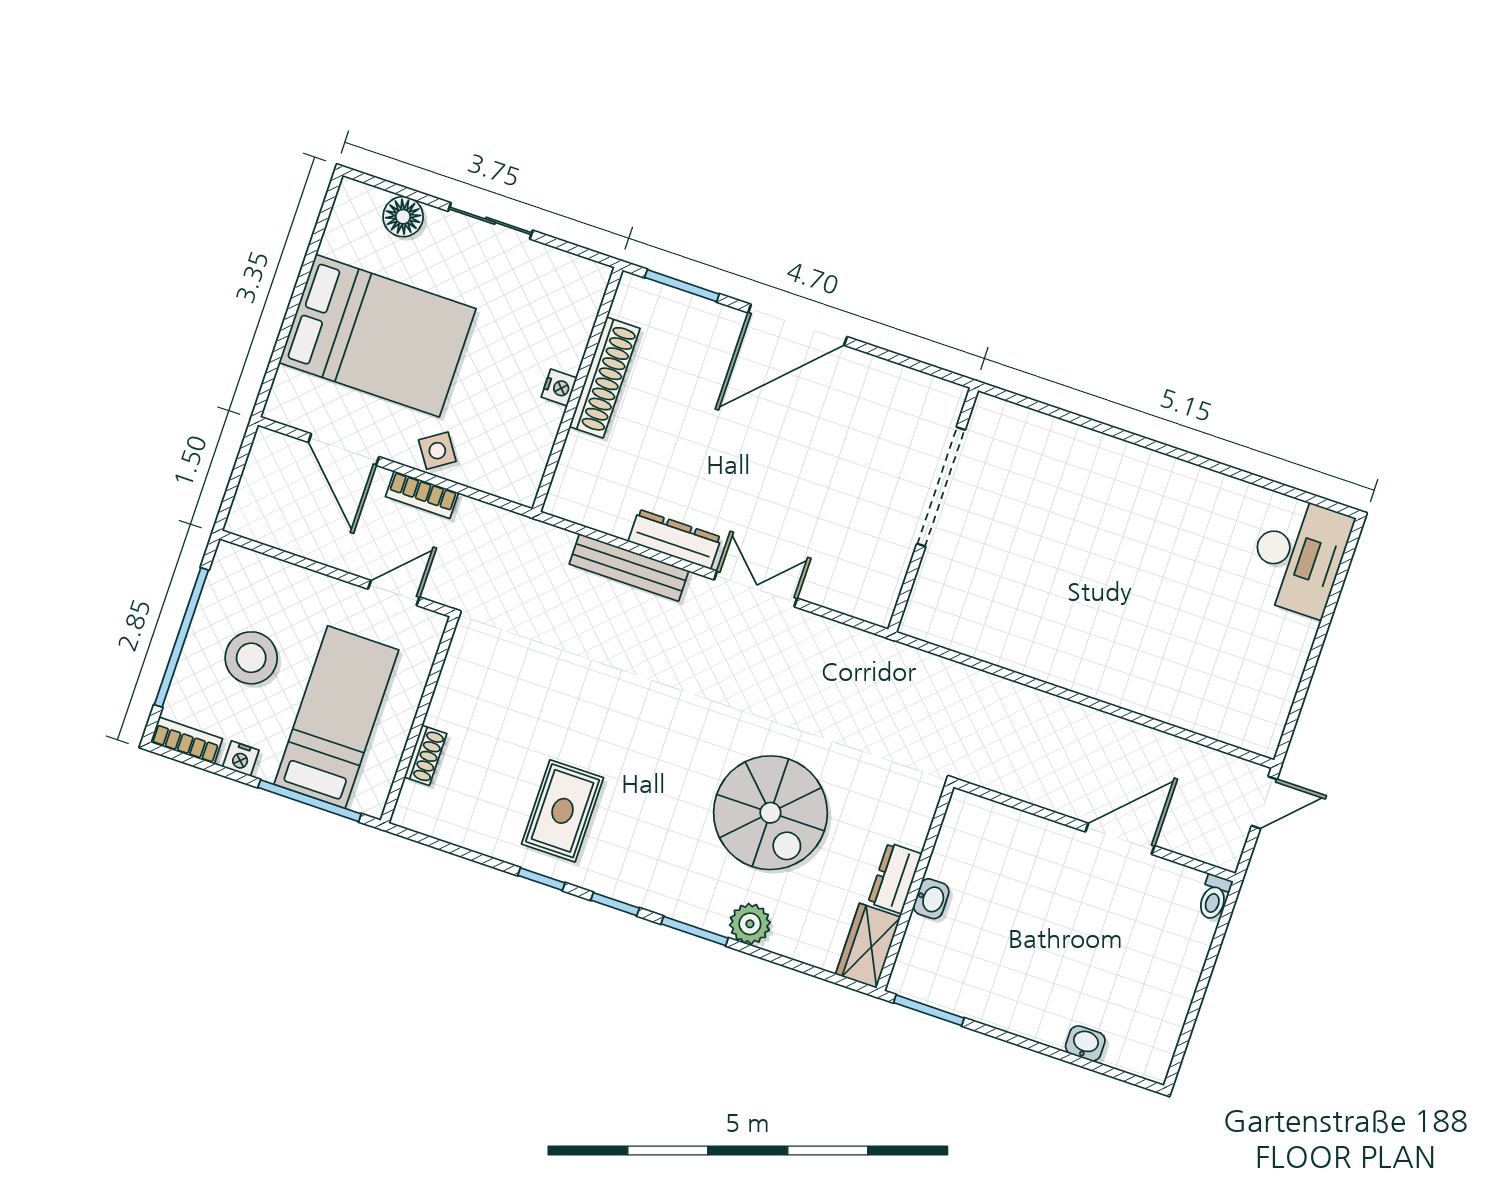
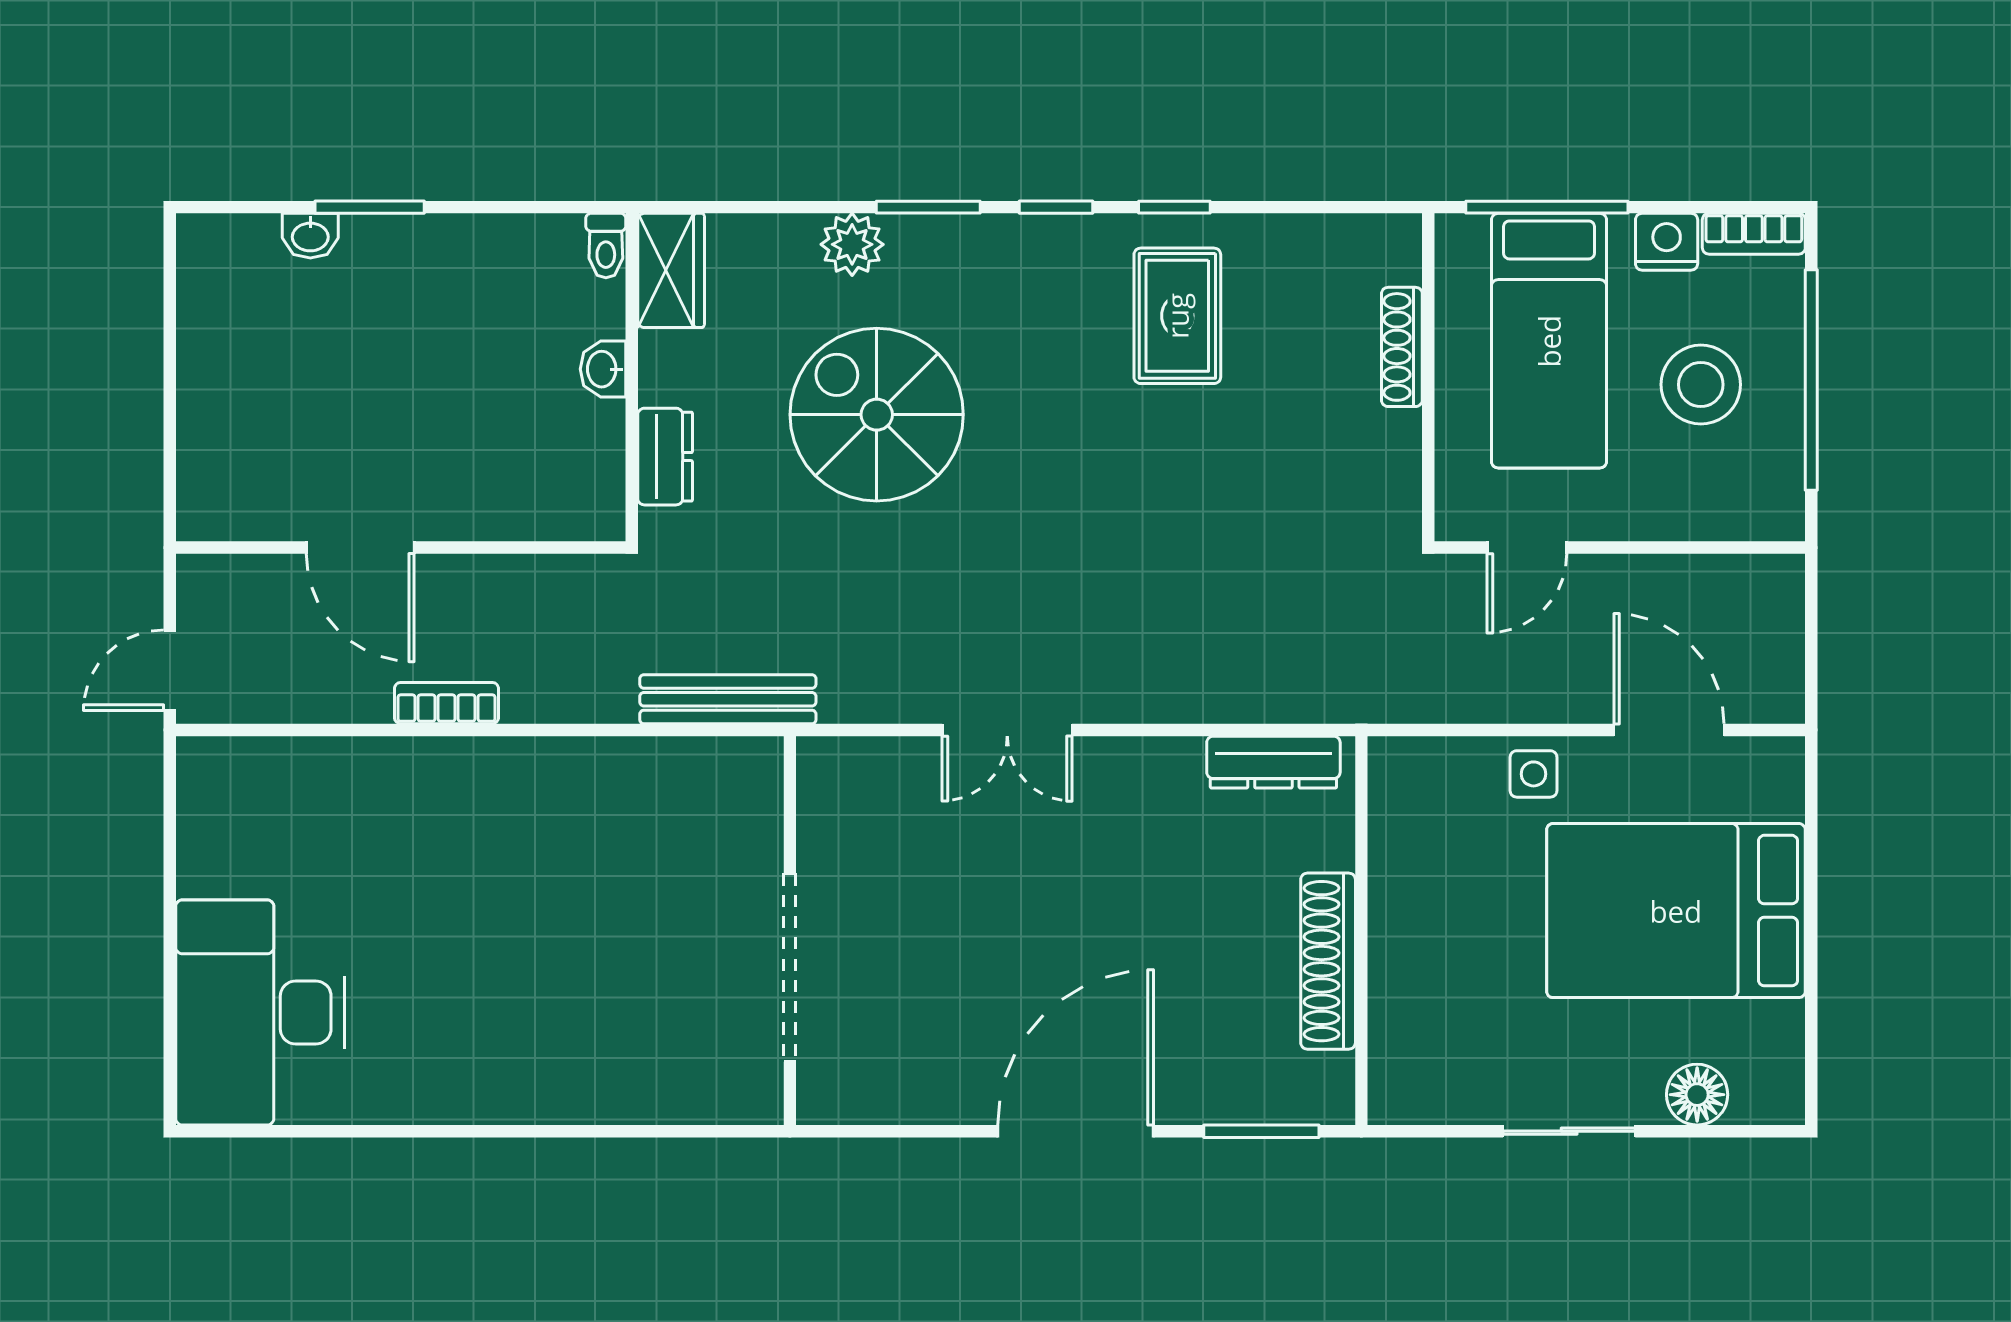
nightstand: (559, 388) -> (1389, 924), removed
side table: (437, 451) -> (1534, 774), turned 34
bookcase: (422, 495) -> (446, 703), moved
dresser: (675, 539) -> (1273, 762), moved
desk: (1299, 556) -> (260, 1012), width x1.36, depth x1.30
bench: (629, 567) -> (728, 699), moved
shoe rack: (426, 755) -> (1402, 347), width x1.43
nightstand: (241, 759) -> (1667, 242), width x1.39, depth x1.35
door: (1120, 839) -> (360, 548), hinge flipped
dresser: (895, 878) -> (665, 457), moved
toilet: (1214, 897) -> (606, 246), moved, turned 180
window: (929, 1010) -> (370, 207), moved

